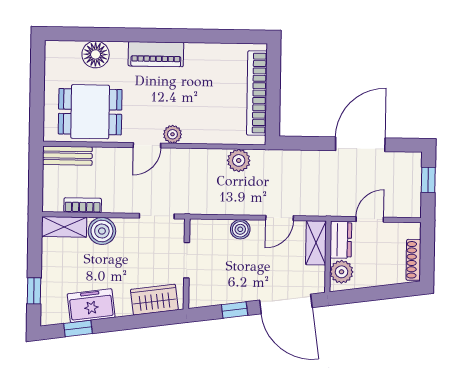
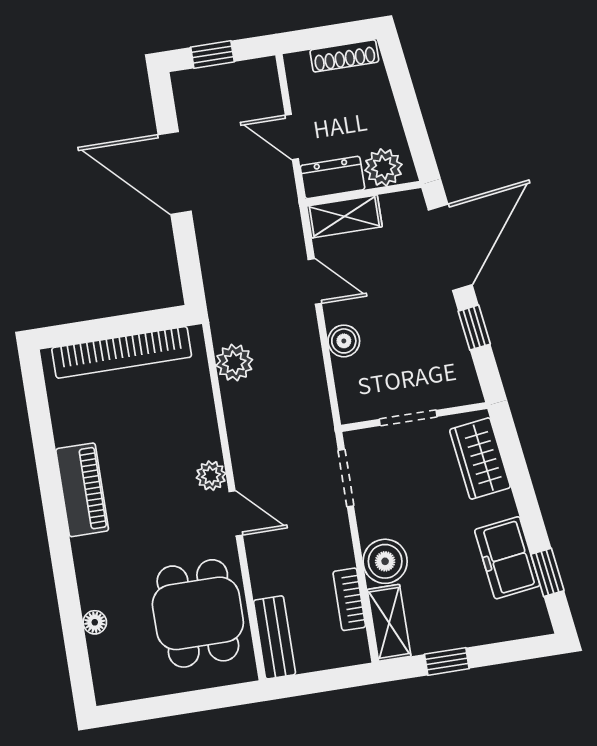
floor lamp: (96, 54) -> (95, 622), width x0.53, depth x0.53
piano: (156, 54) -> (82, 490), moved
window: (34, 291) -> (447, 661), moved

